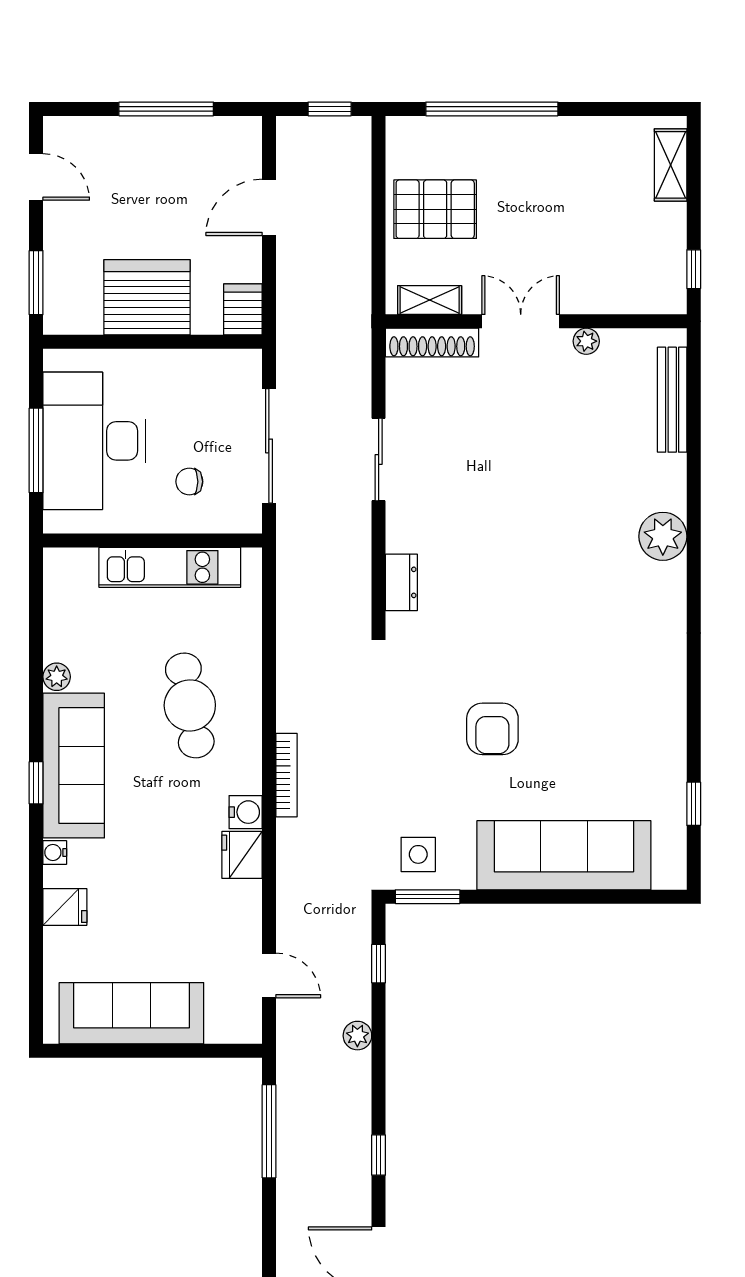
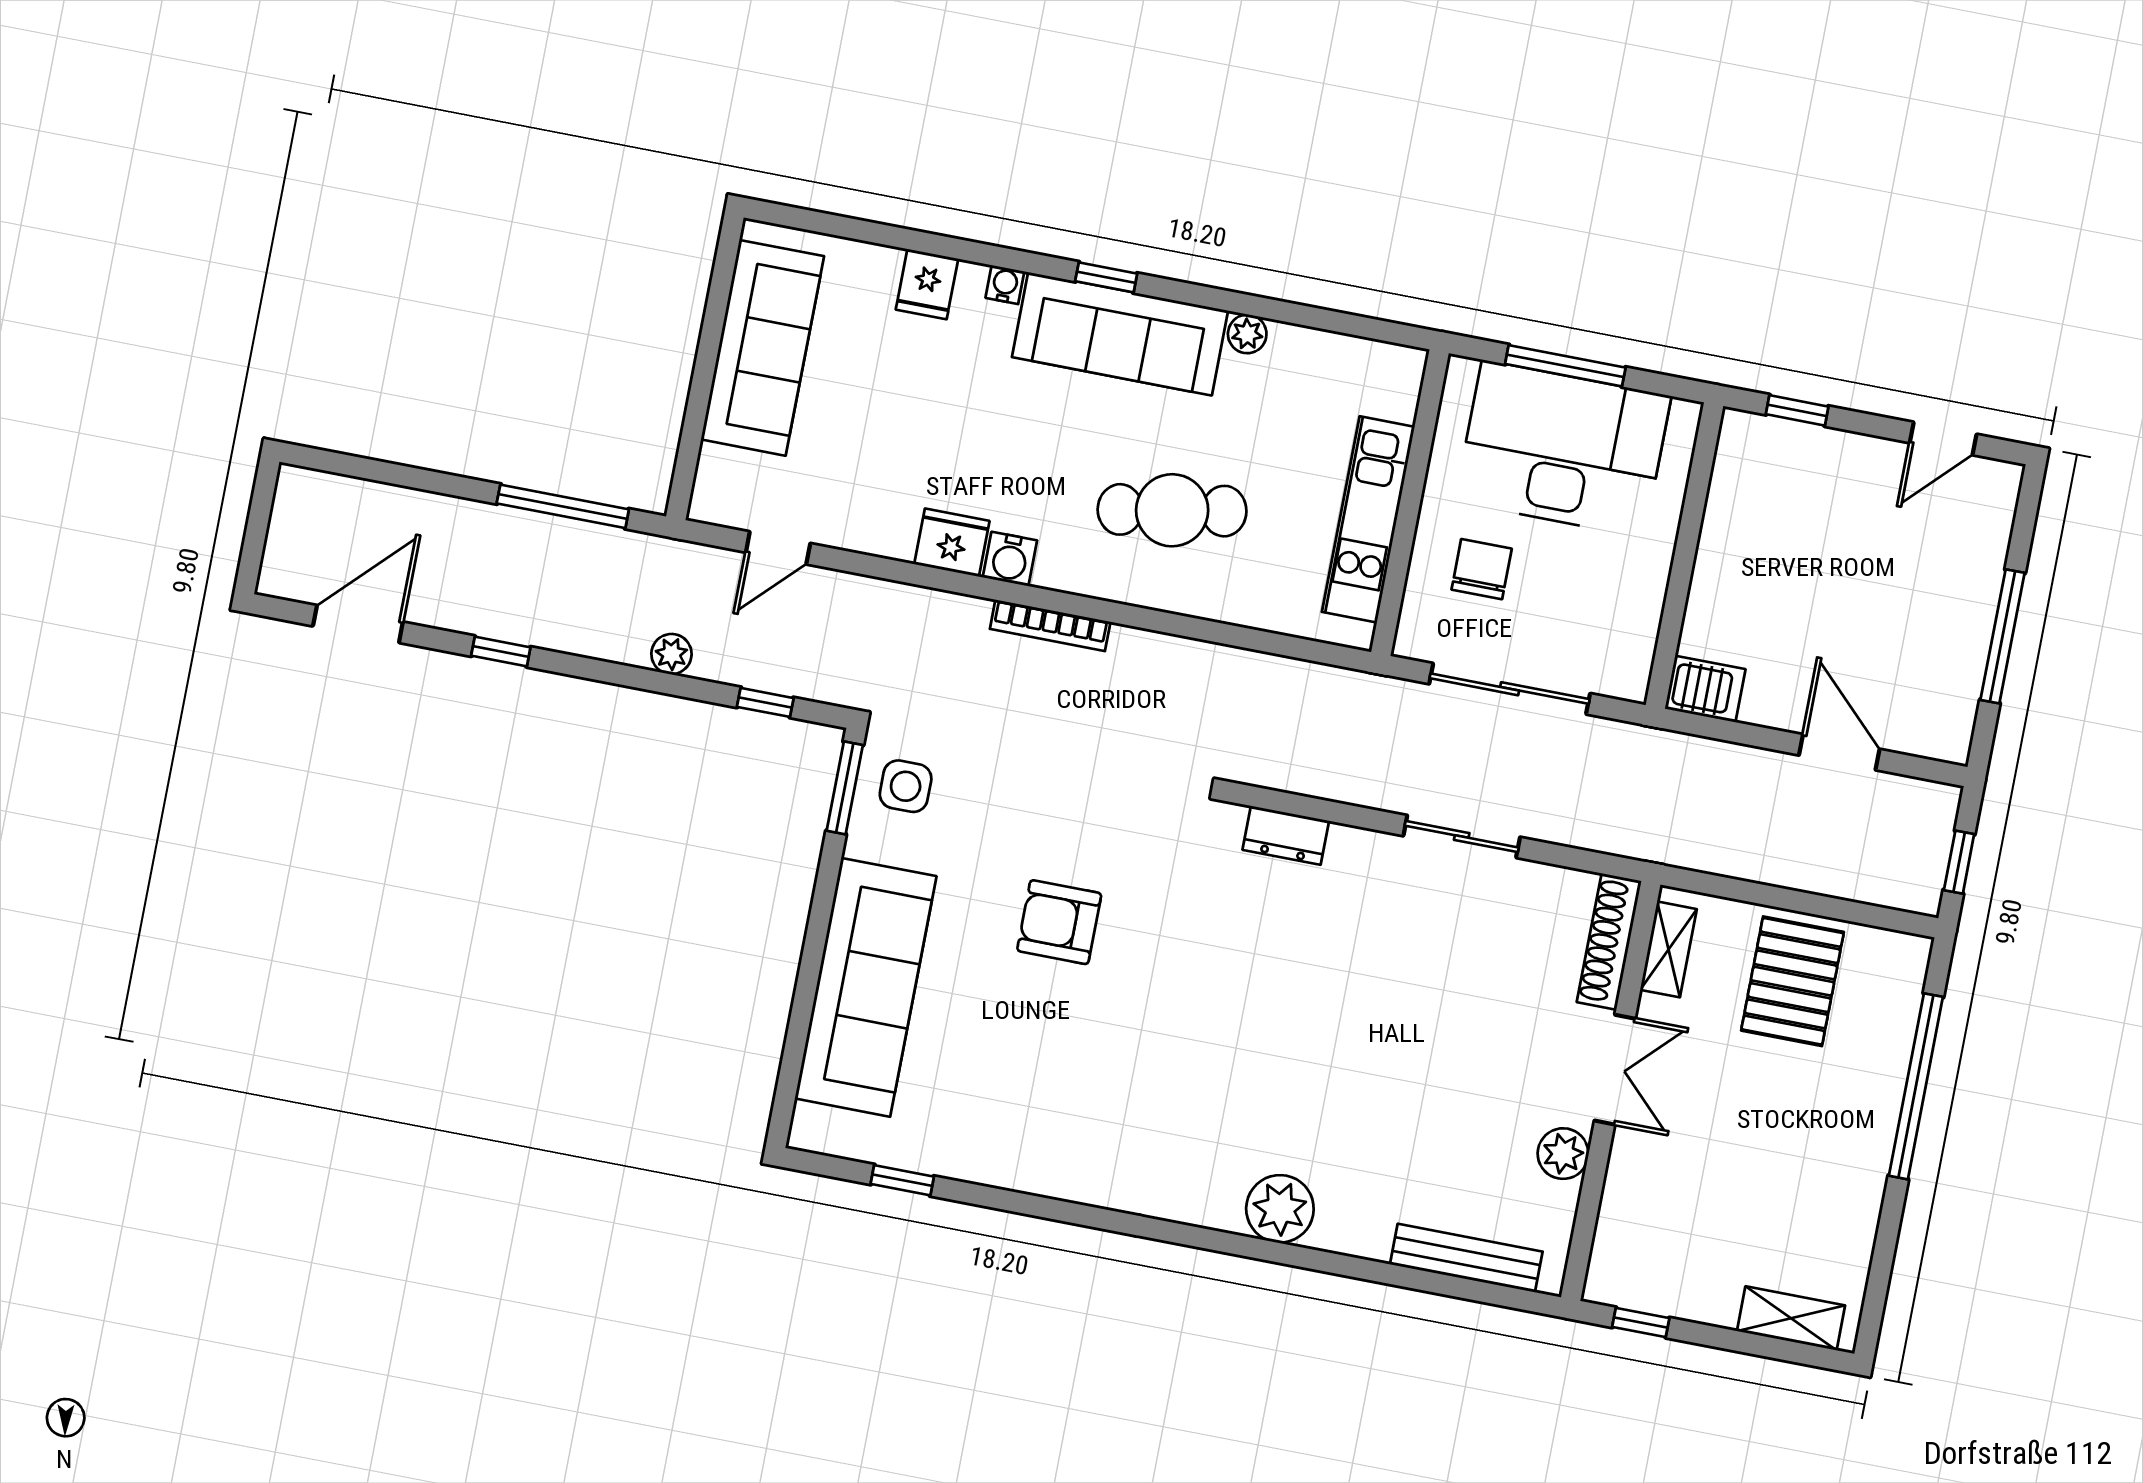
window: (36, 283) -> (1797, 410), width x0.67
server rack: (147, 297) -> (1747, 560), removed
plant: (586, 341) -> (1563, 1154), width x1.38, depth x1.38
chair: (189, 482) -> (1482, 569), width x1.37, depth x1.37

